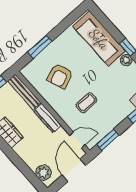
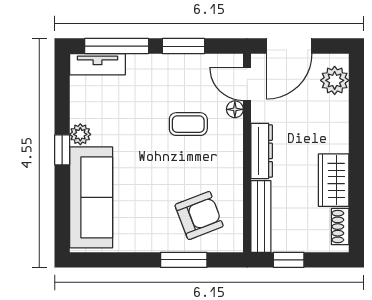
armchair: (60, 76) -> (199, 216), moved
floor lamp: (73, 125) -> (235, 109), added
window: (108, 140) -> (183, 46), moved

